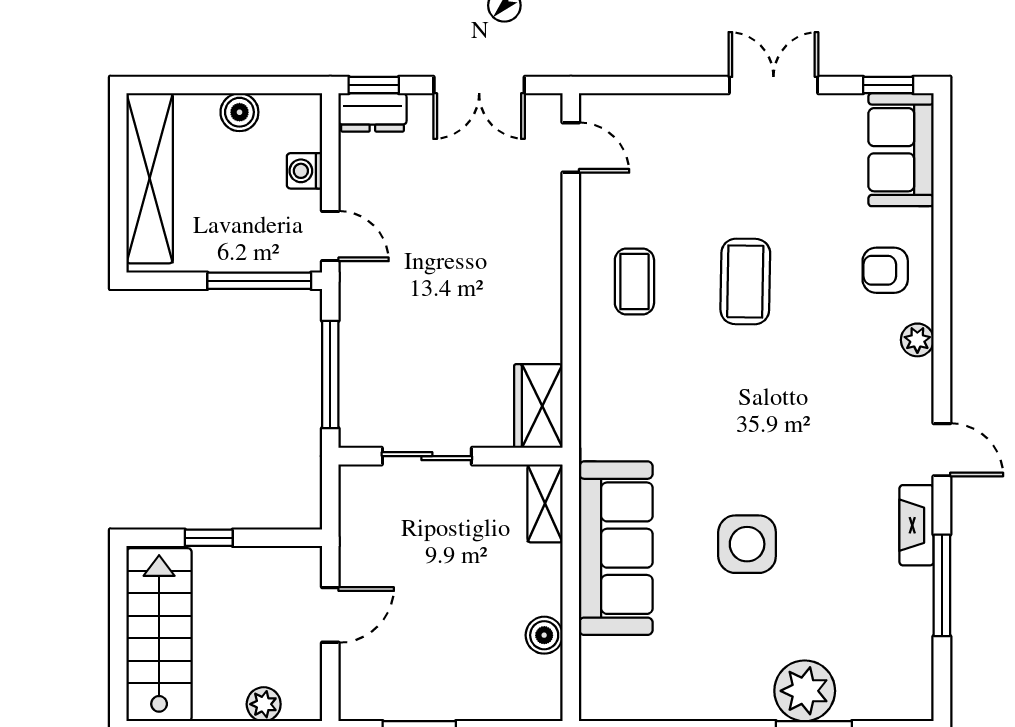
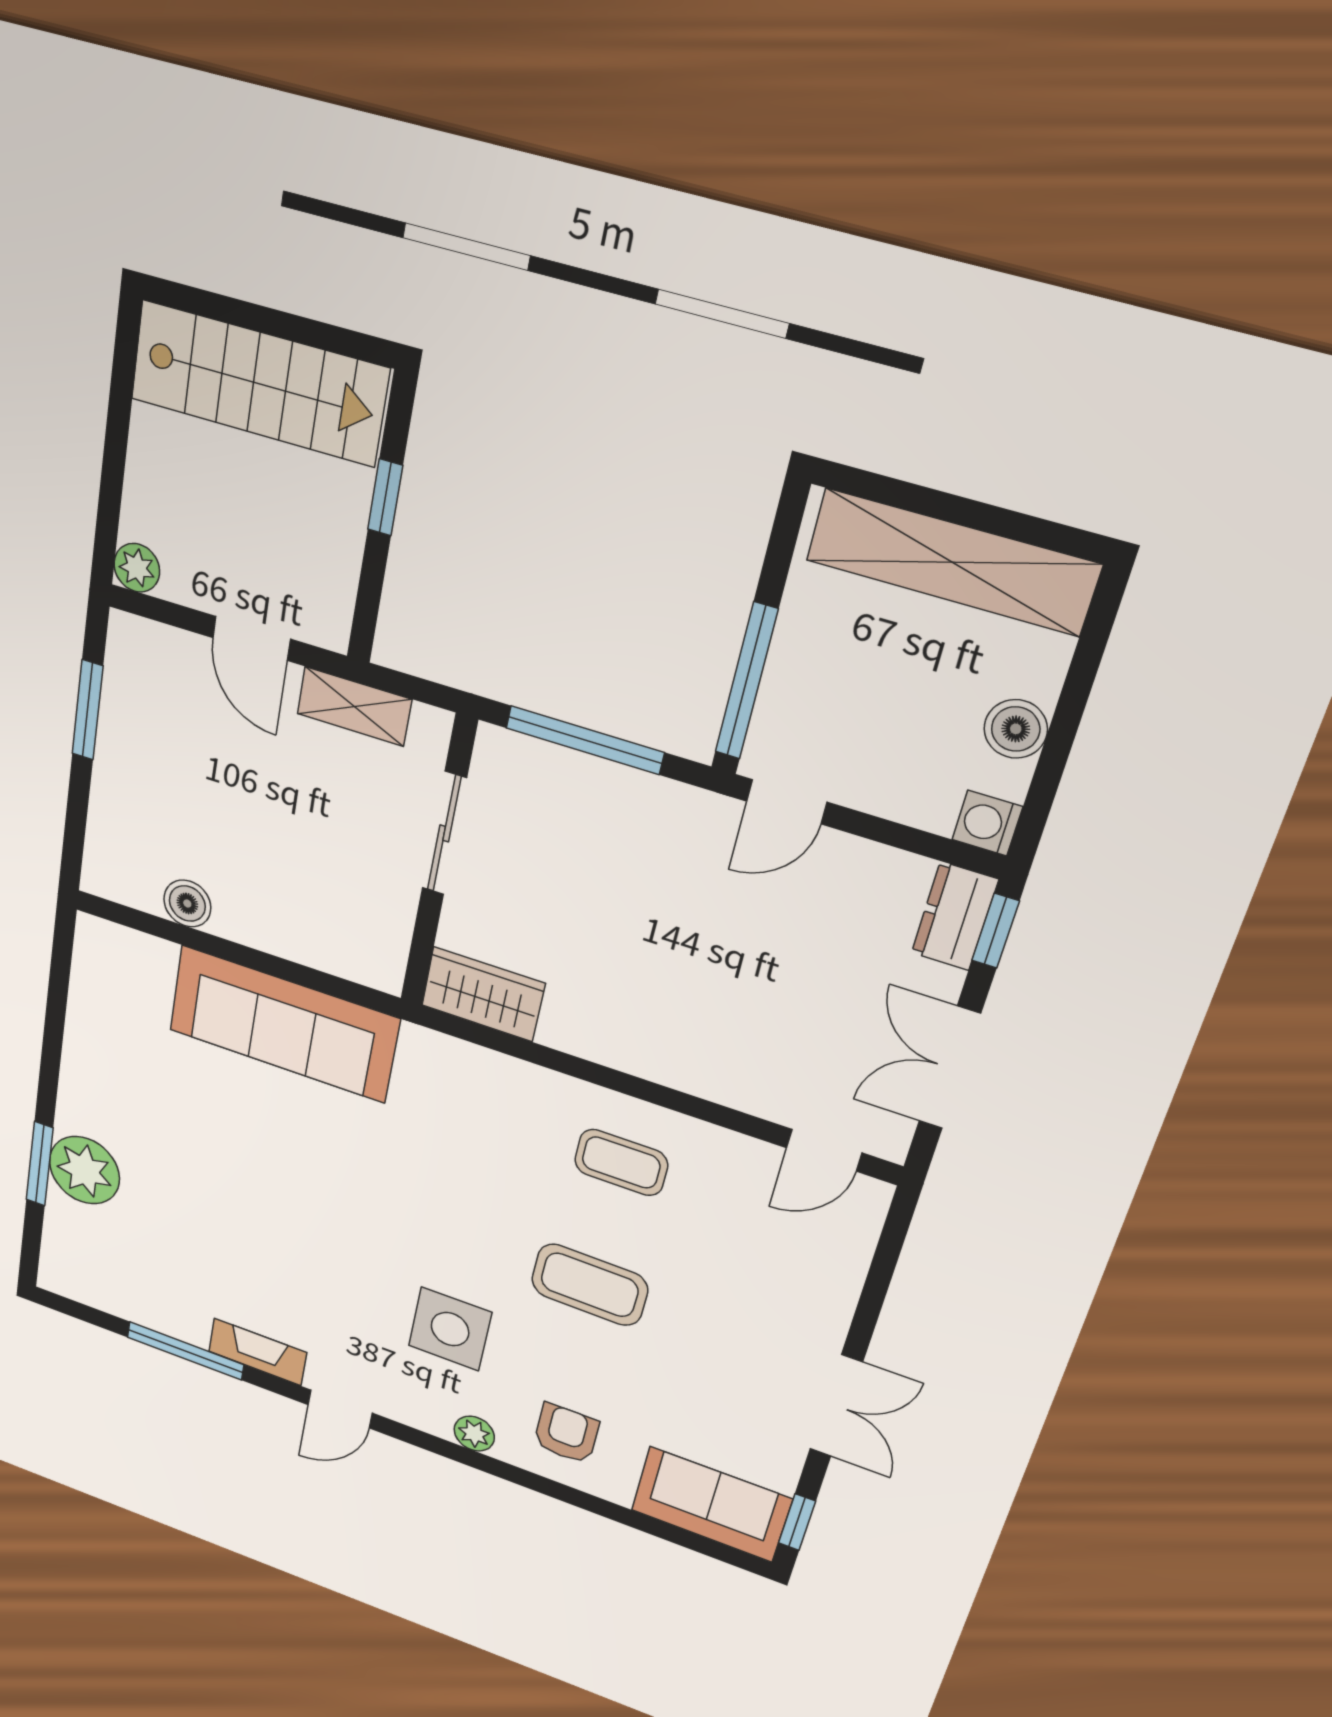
washing machine: (304, 171) -> (987, 823), moved, turned -90
shelving: (545, 503) -> (354, 706), moved
side table: (747, 544) -> (450, 1329), moved
plant: (264, 704) -> (137, 568), moved

